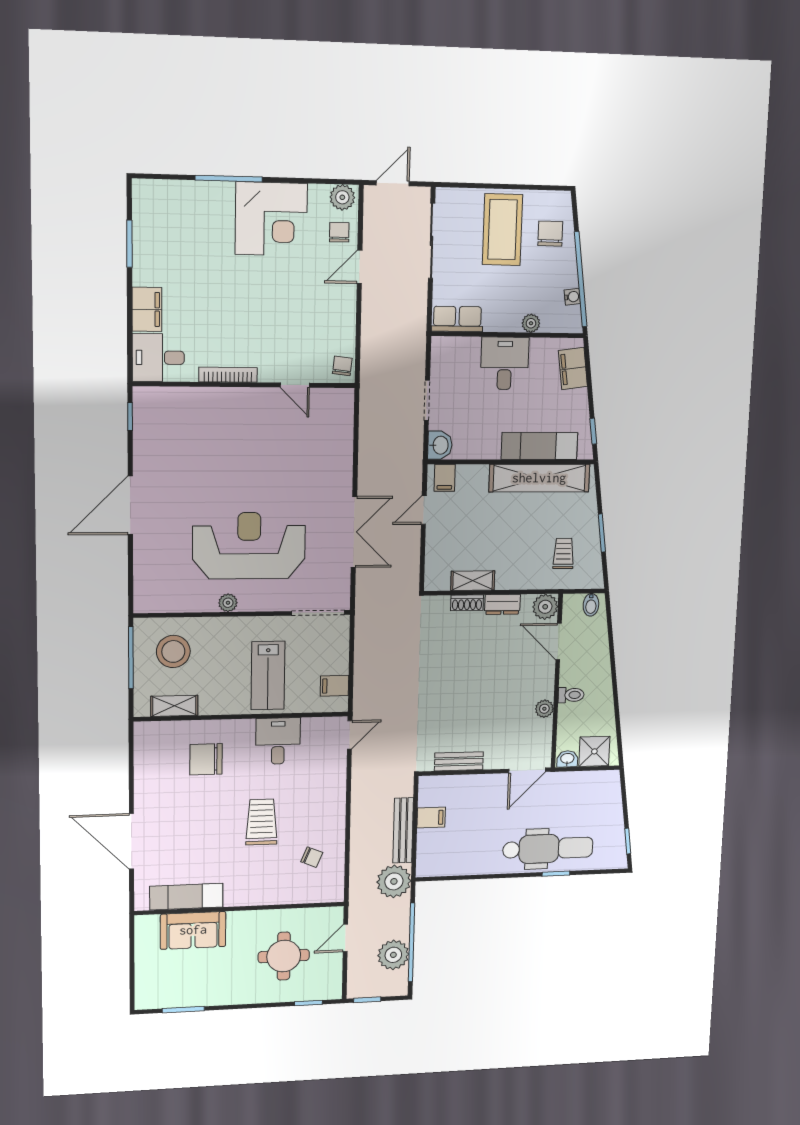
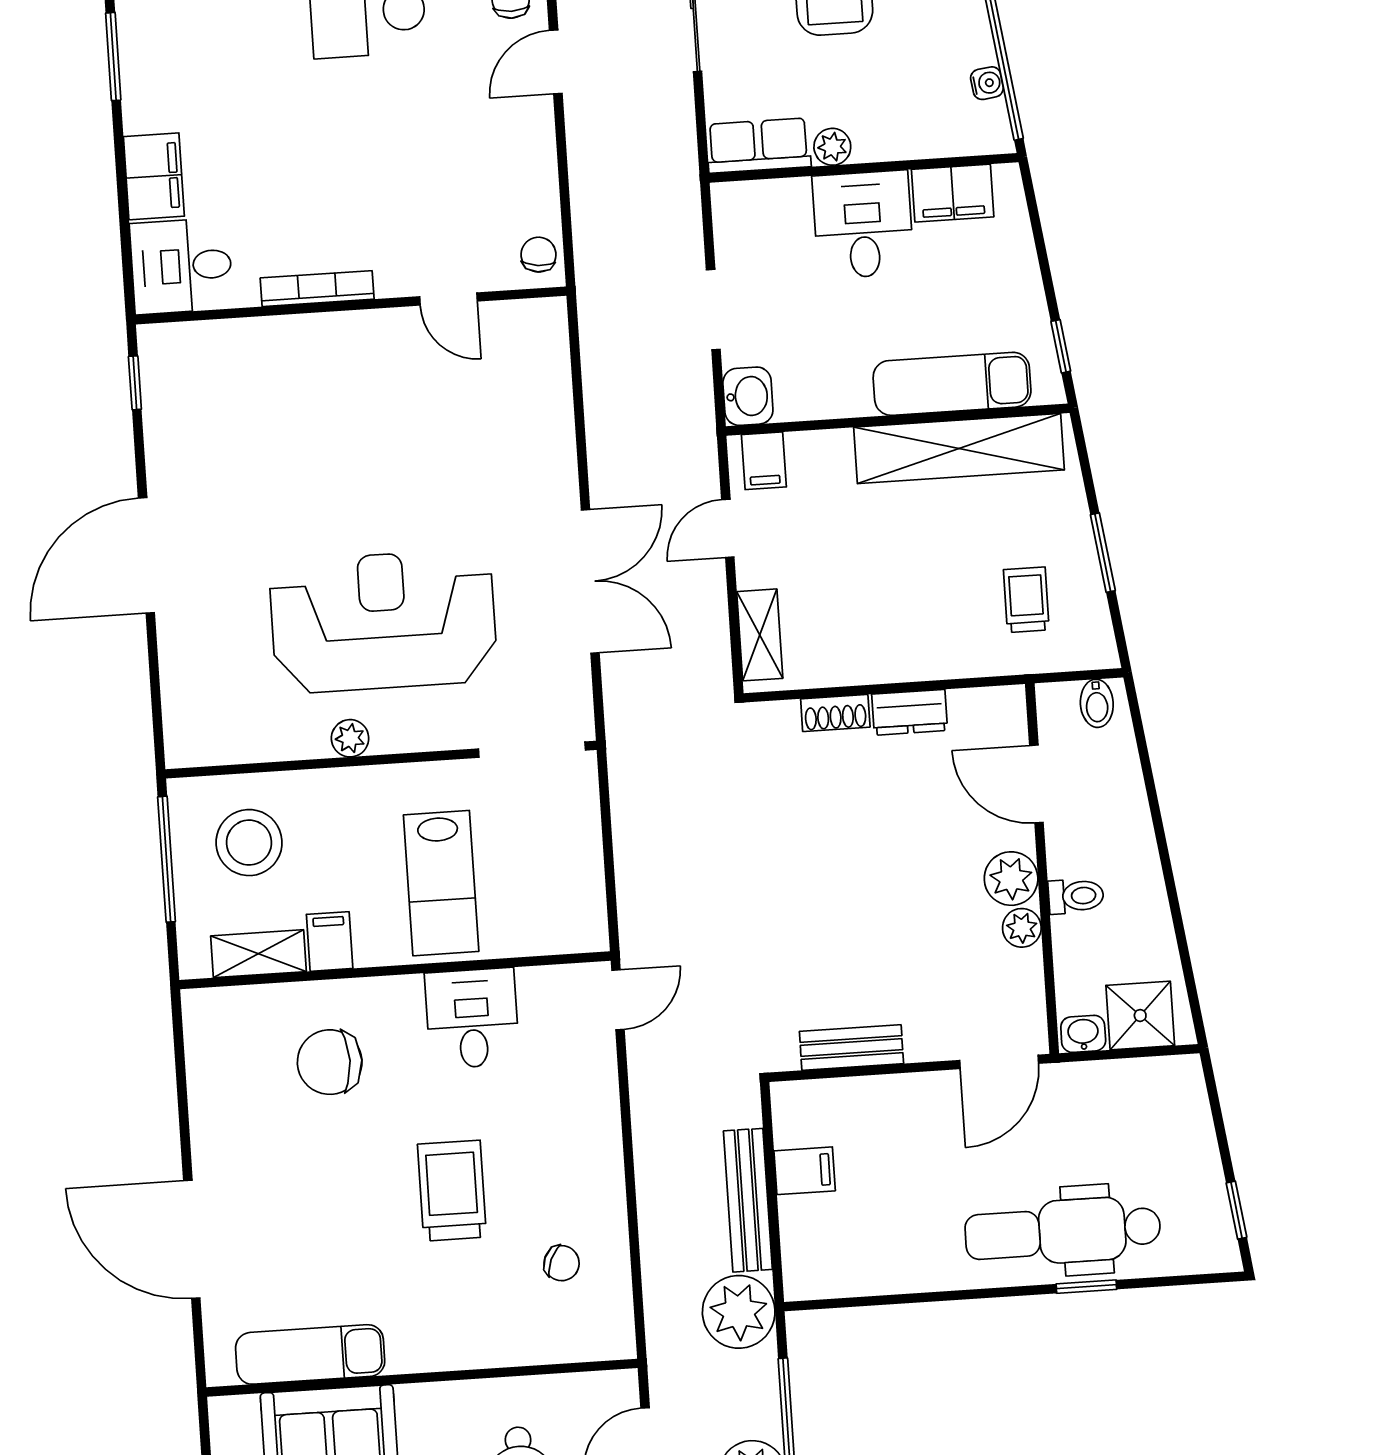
plant: (531, 323) -> (832, 147), moved
filing cabinet: (573, 368) -> (953, 193), moved, turned -82
shelving: (473, 581) -> (760, 635), moved, turned 90
plant: (545, 607) -> (1011, 879), moved
filing cabinet: (335, 686) -> (330, 941), moved, turned 90
dental chair: (548, 849) -> (1063, 1231), turned 180

